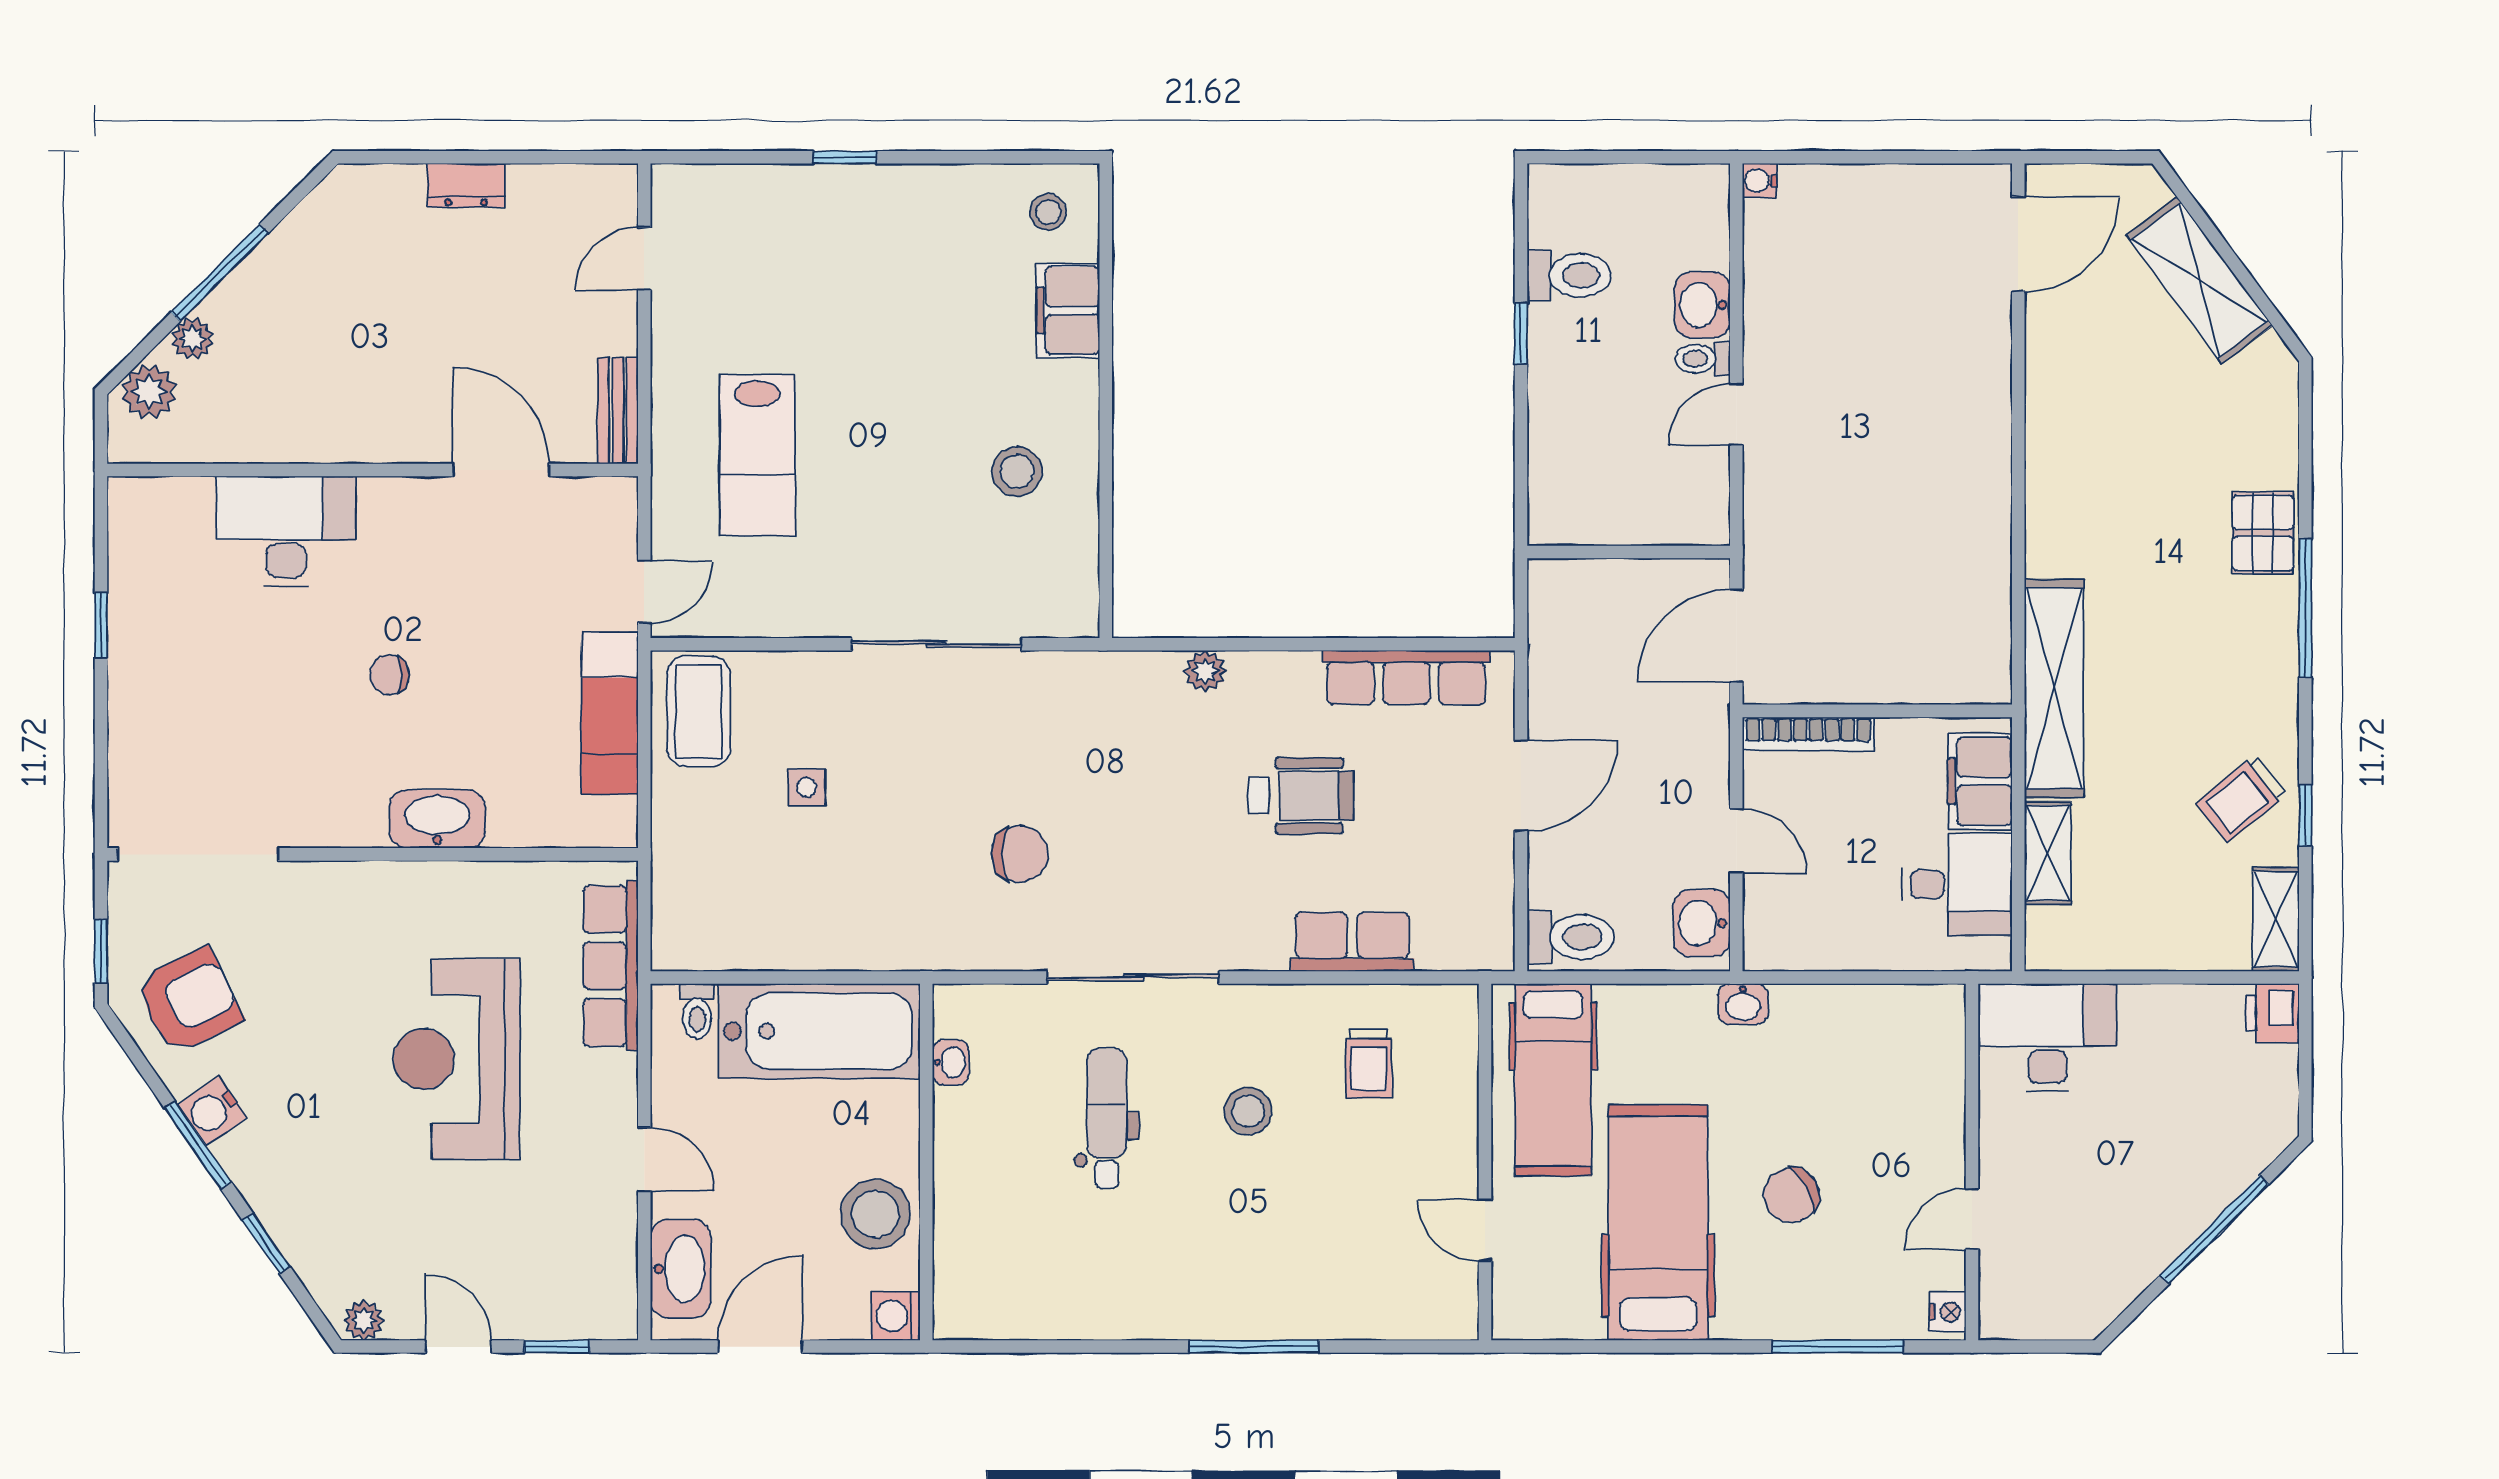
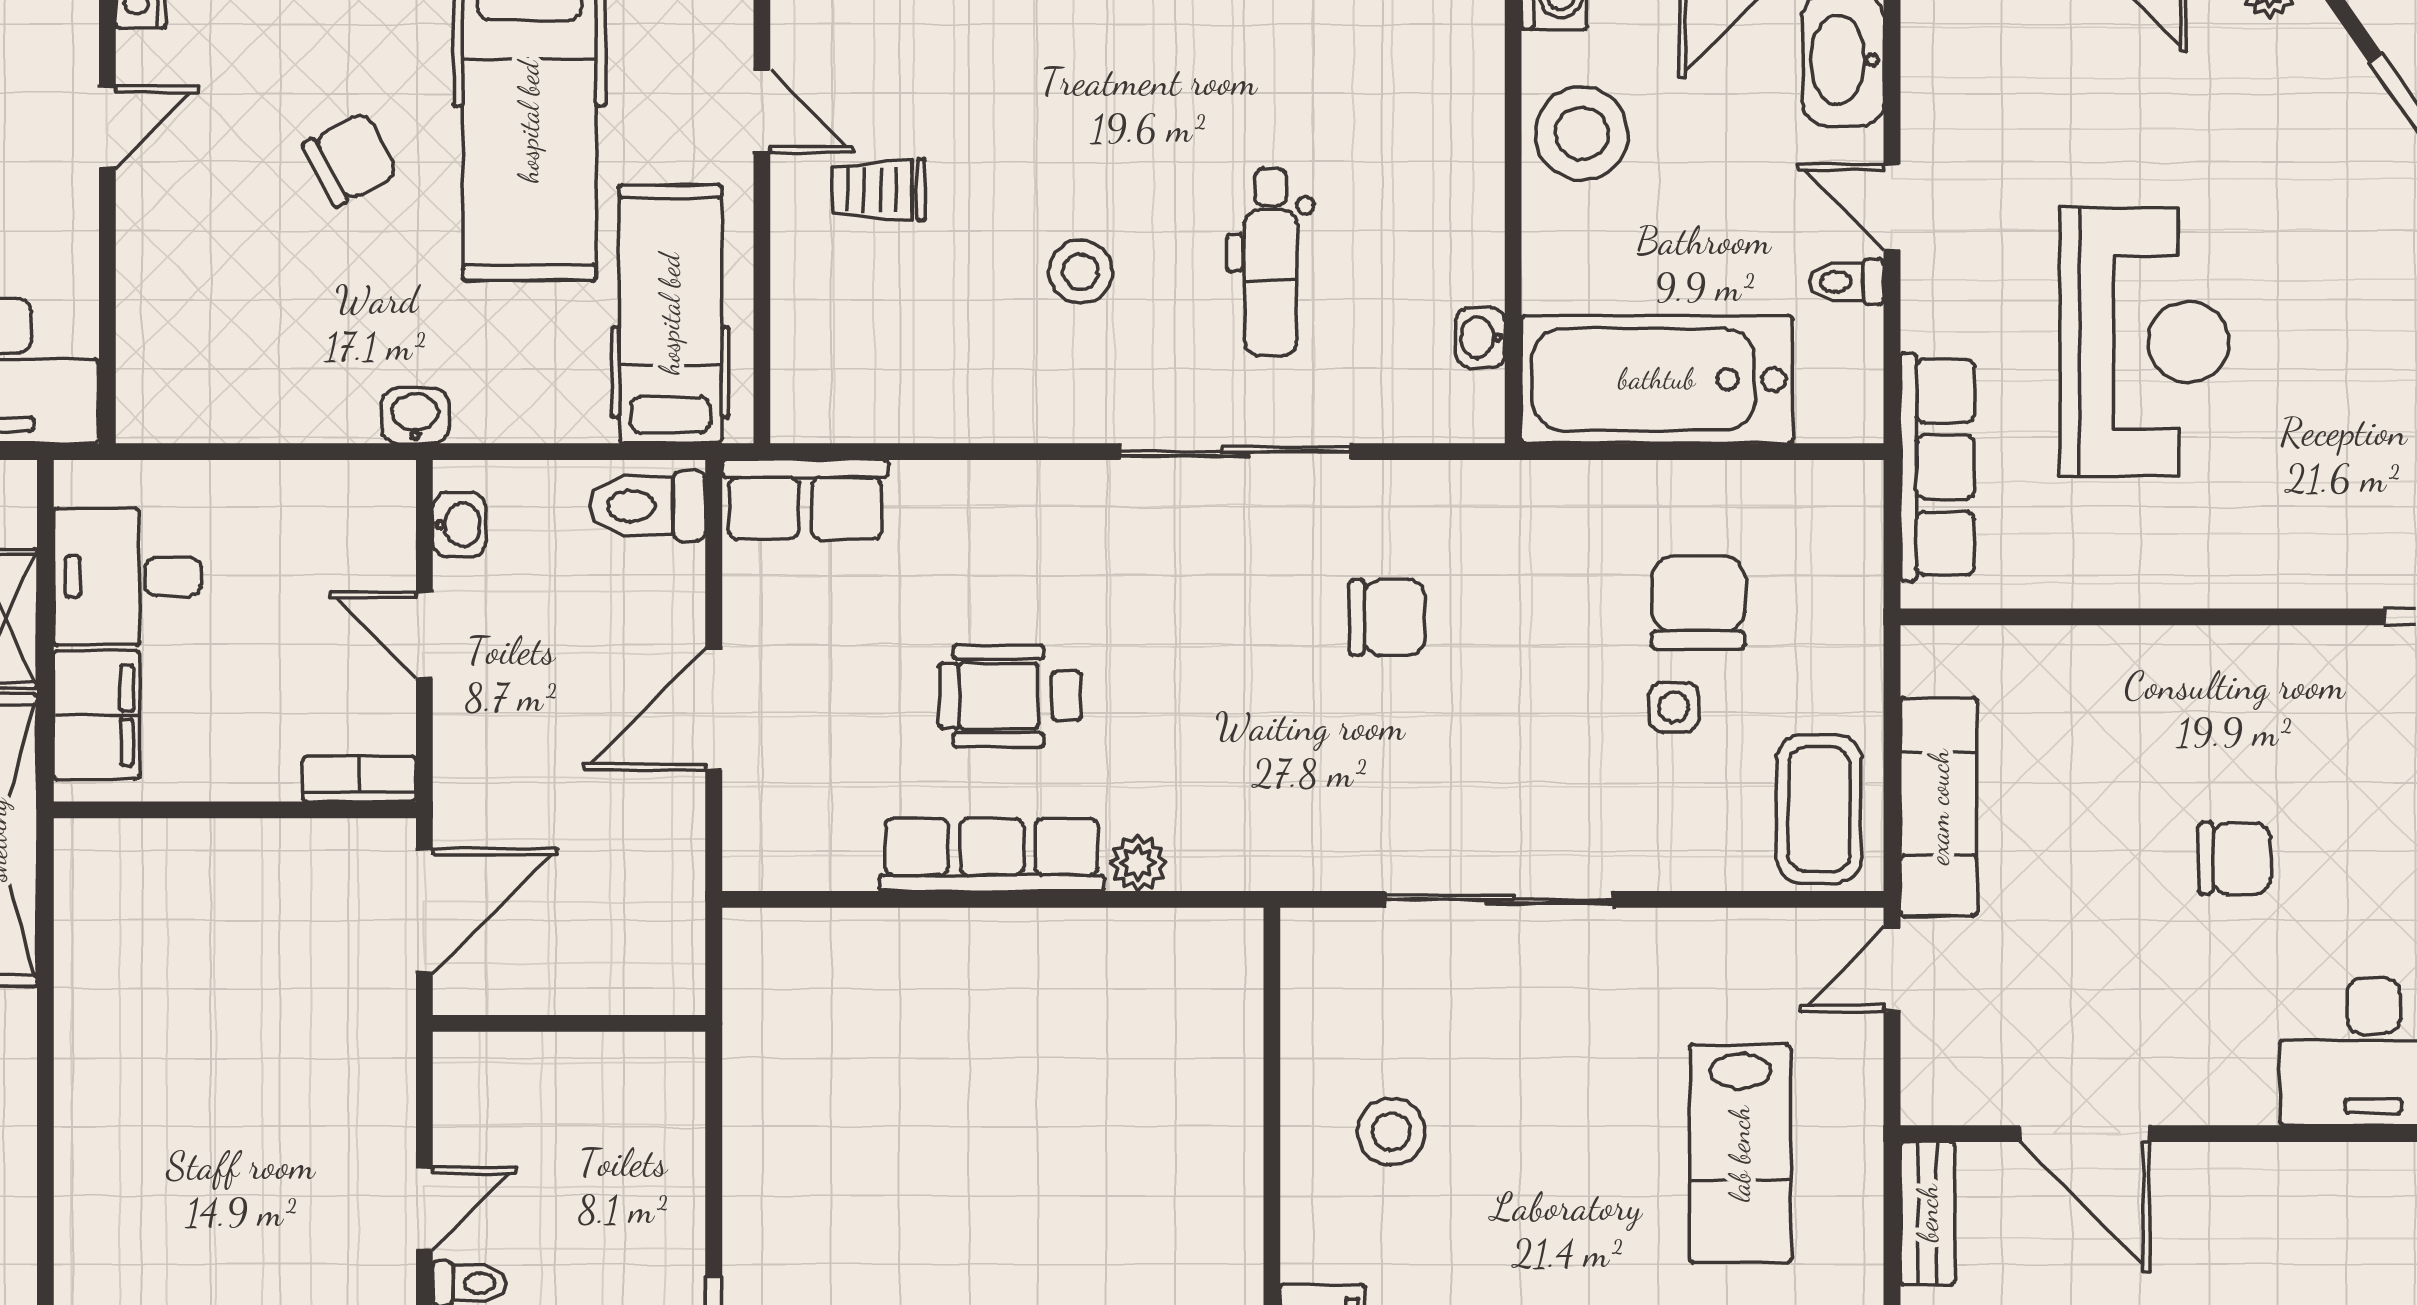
lab bench: (757, 455) -> (1740, 1154), turned 180
chair: (389, 675) -> (2235, 858), width x1.37, depth x1.37
row of seats: (1406, 677) -> (992, 855), moved
bookcase: (1808, 734) -> (359, 779), width x0.64
washbasin: (437, 819) -> (2170, 664), removed
chair: (1020, 854) -> (1387, 618), turned 180
chair: (788, 865) -> (1698, 603), added
washbasin: (1702, 923) -> (459, 525), width x0.72, depth x0.69
row of seats: (1352, 942) -> (805, 500), moved
toilet: (697, 1011) -> (1846, 282), moved, turned -90
trolley: (1369, 1063) -> (878, 190), moved, turned -90

